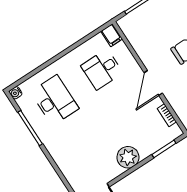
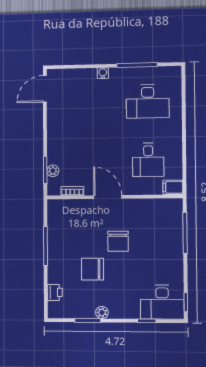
desk: (102, 69) -> (148, 160), turned 180
water cooler: (16, 93) -> (103, 73), moved
plant: (128, 157) -> (53, 171), moved, width x0.53, depth x0.53

